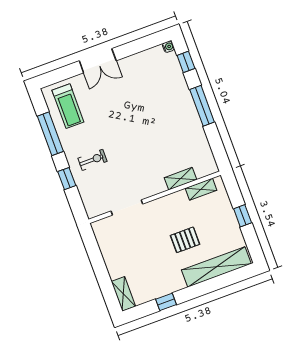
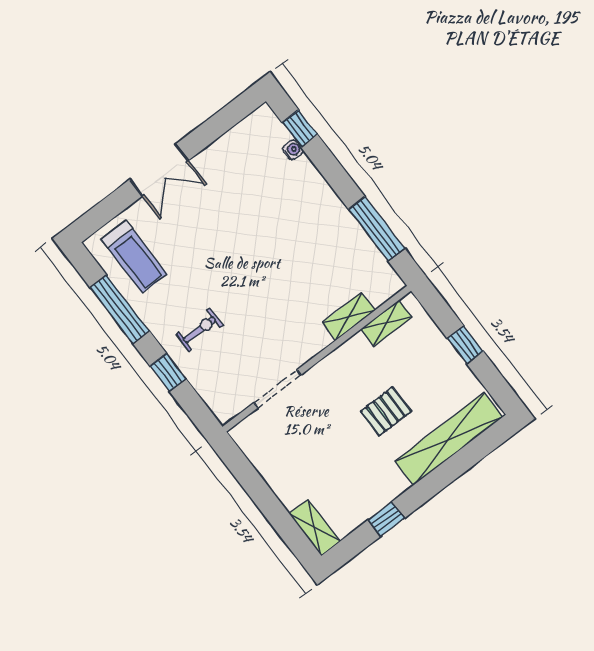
water cooler: (168, 47) -> (293, 150), moved
window: (202, 106) -> (377, 229), moved

